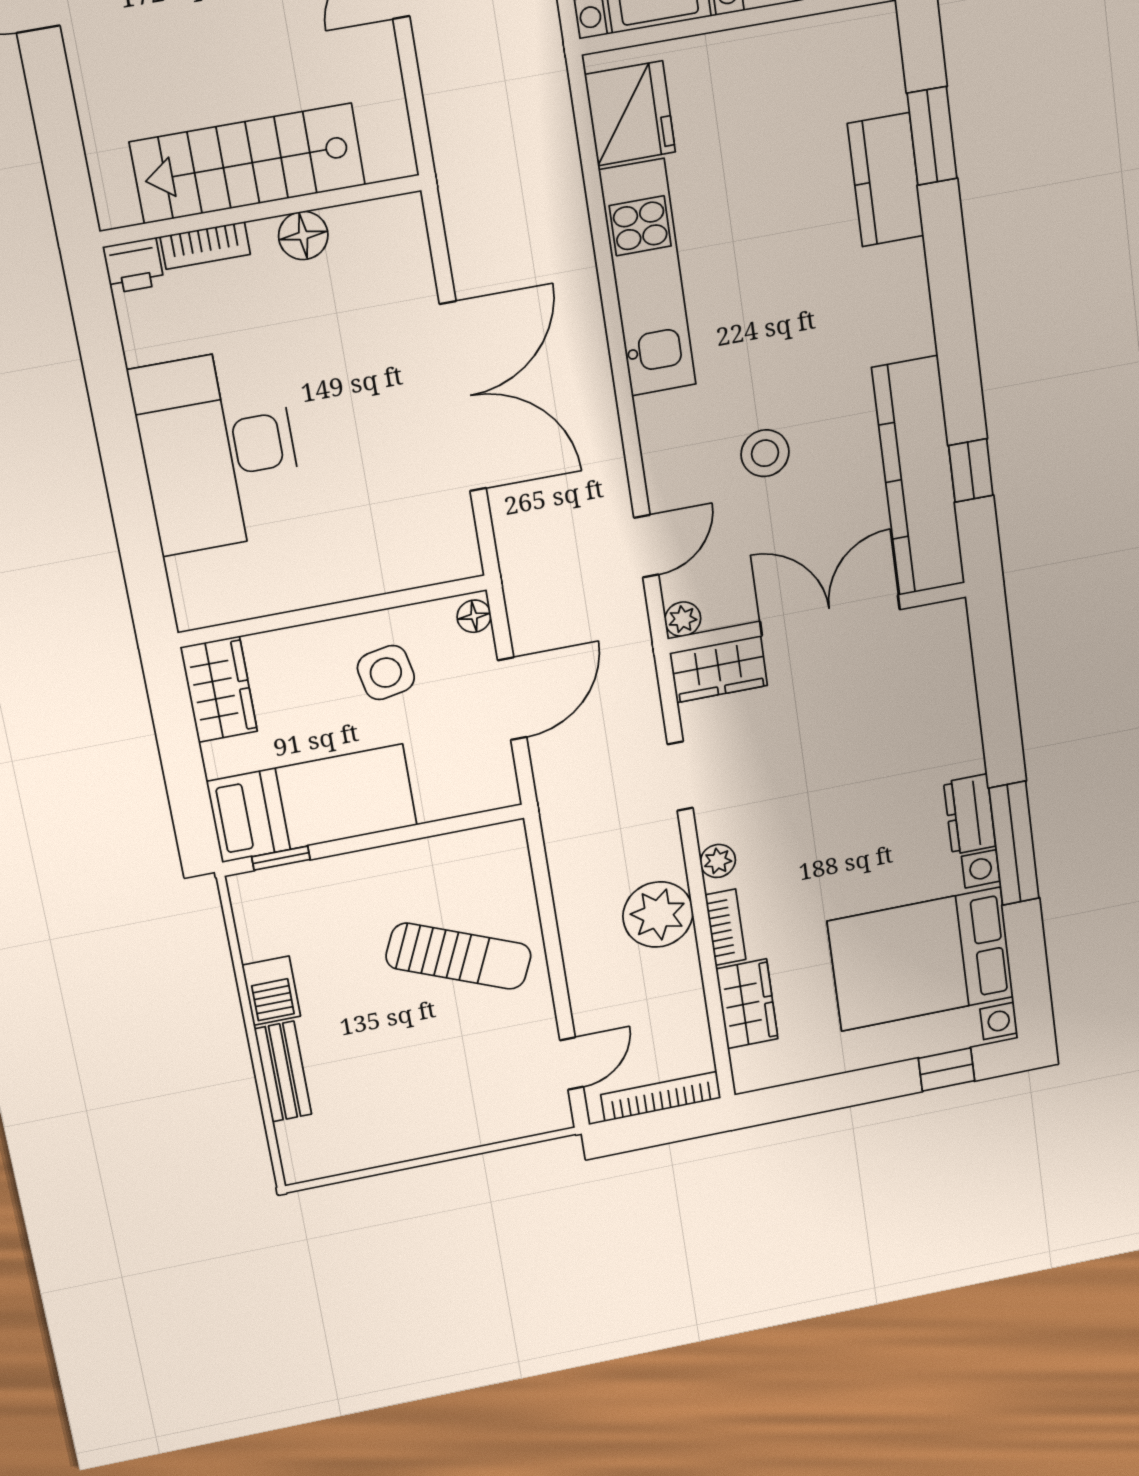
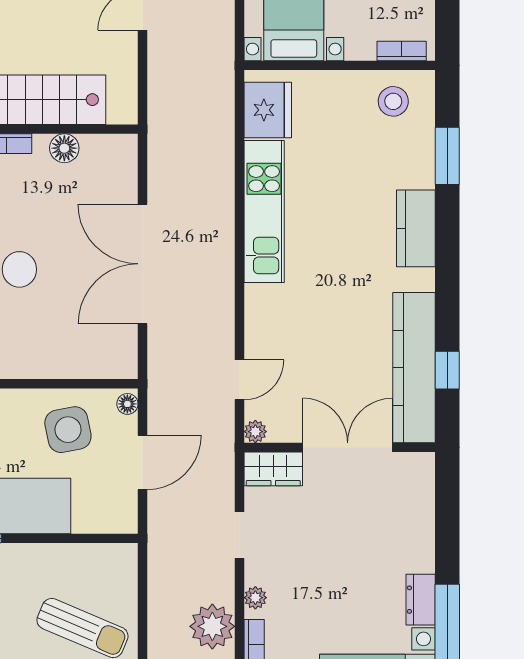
kitchen counter: (886, 180) -> (416, 228), moved
double door: (463, 397) -> (142, 264), swing flipped
stool: (765, 453) -> (393, 101), moved
side table: (386, 673) -> (68, 430), width x1.37, depth x1.37

